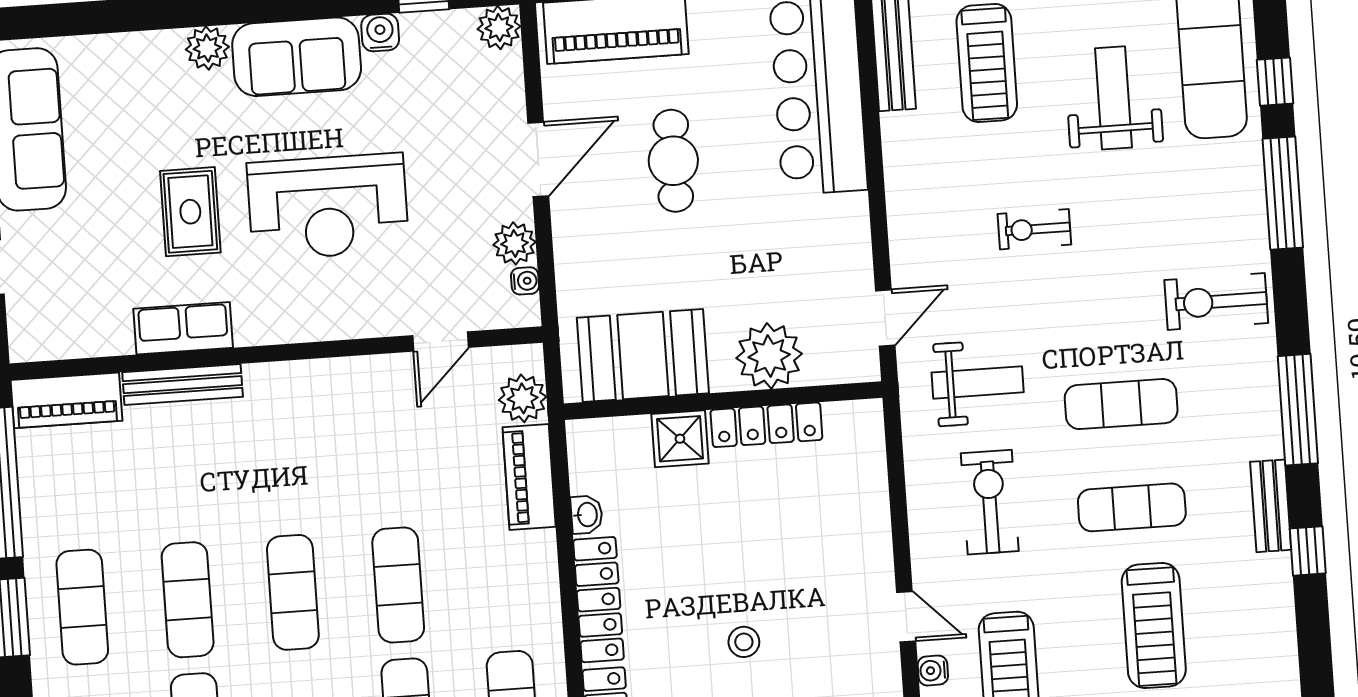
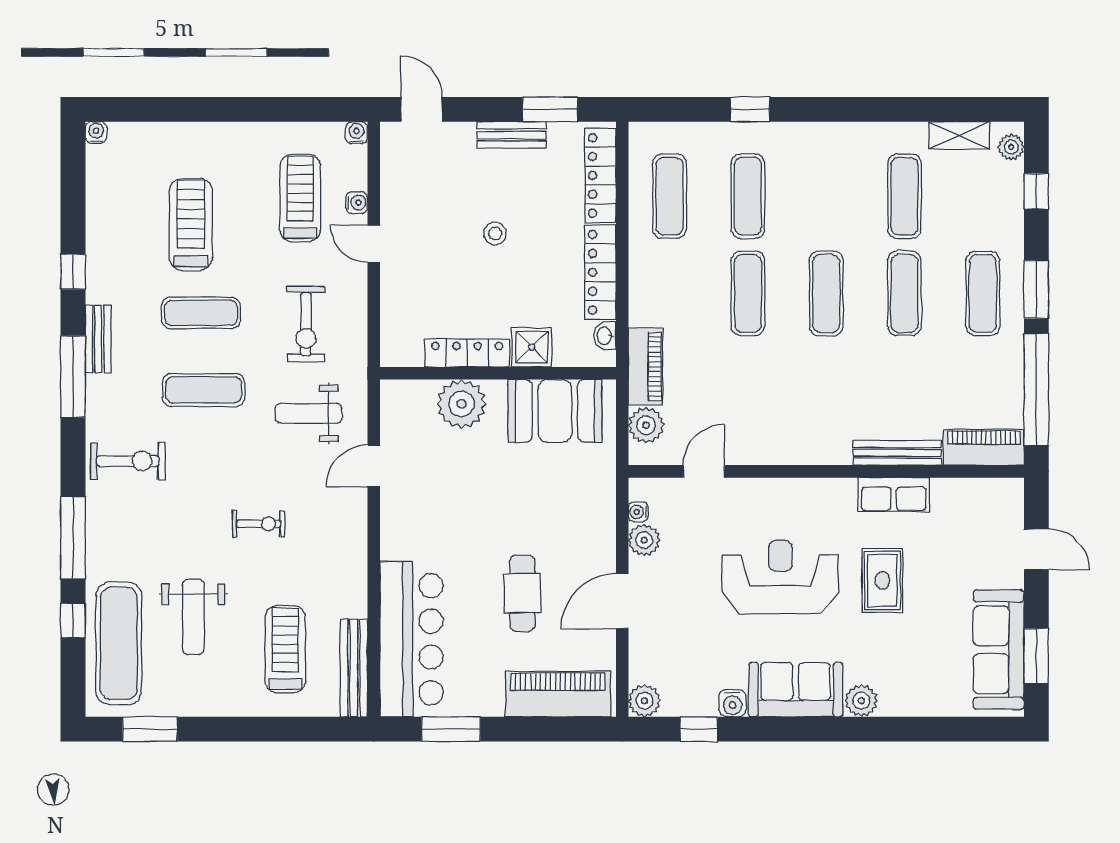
booth: (643, 355) -> (555, 411), moved
plant: (769, 356) -> (462, 404), moved
wall: (723, 401) -> (498, 373), moved
locker: (766, 425) -> (467, 353), moved
shower: (680, 439) -> (532, 347), moved
bench: (1271, 506) -> (98, 339), moved

